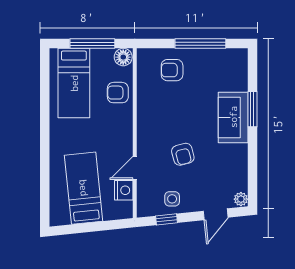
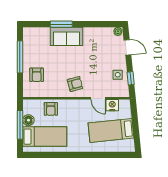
floor lamp: (123, 57) -> (28, 120), moved
armchair: (183, 154) -> (75, 84), moved

